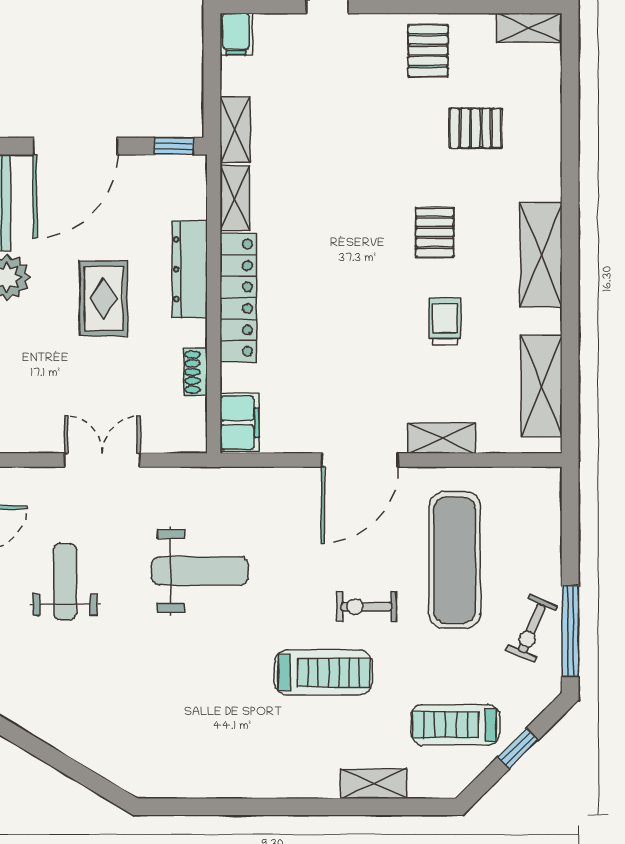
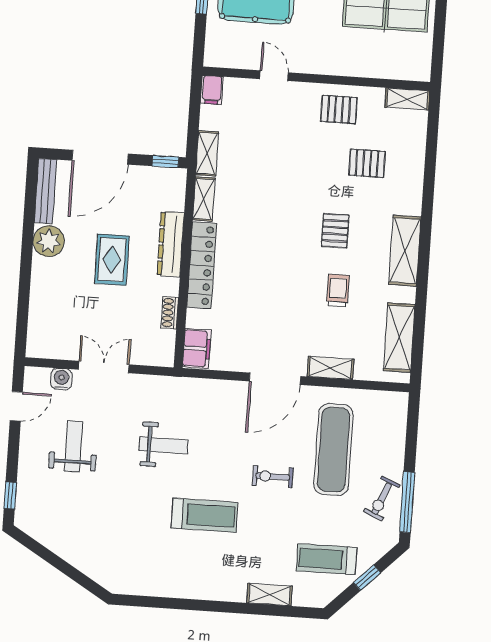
pallet: (428, 51) -> (339, 110), turned 90
water cooler: (40, 482) -> (61, 379), added
weight bench: (200, 571) -> (164, 445), width x0.73, depth x0.75
treadmill: (323, 672) -> (205, 515), moved

